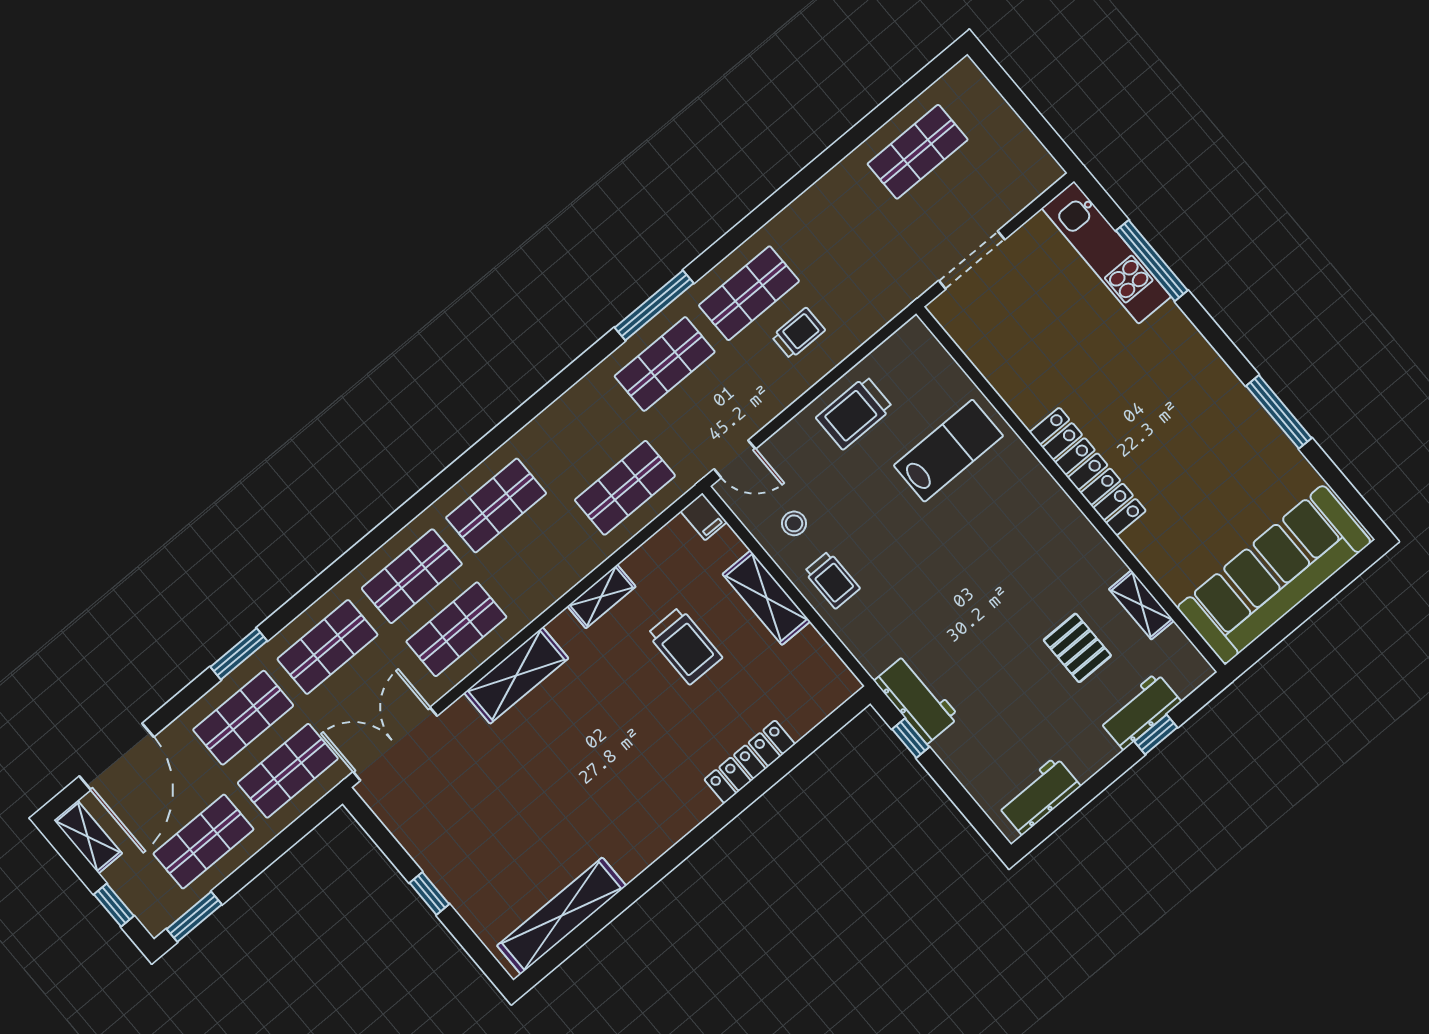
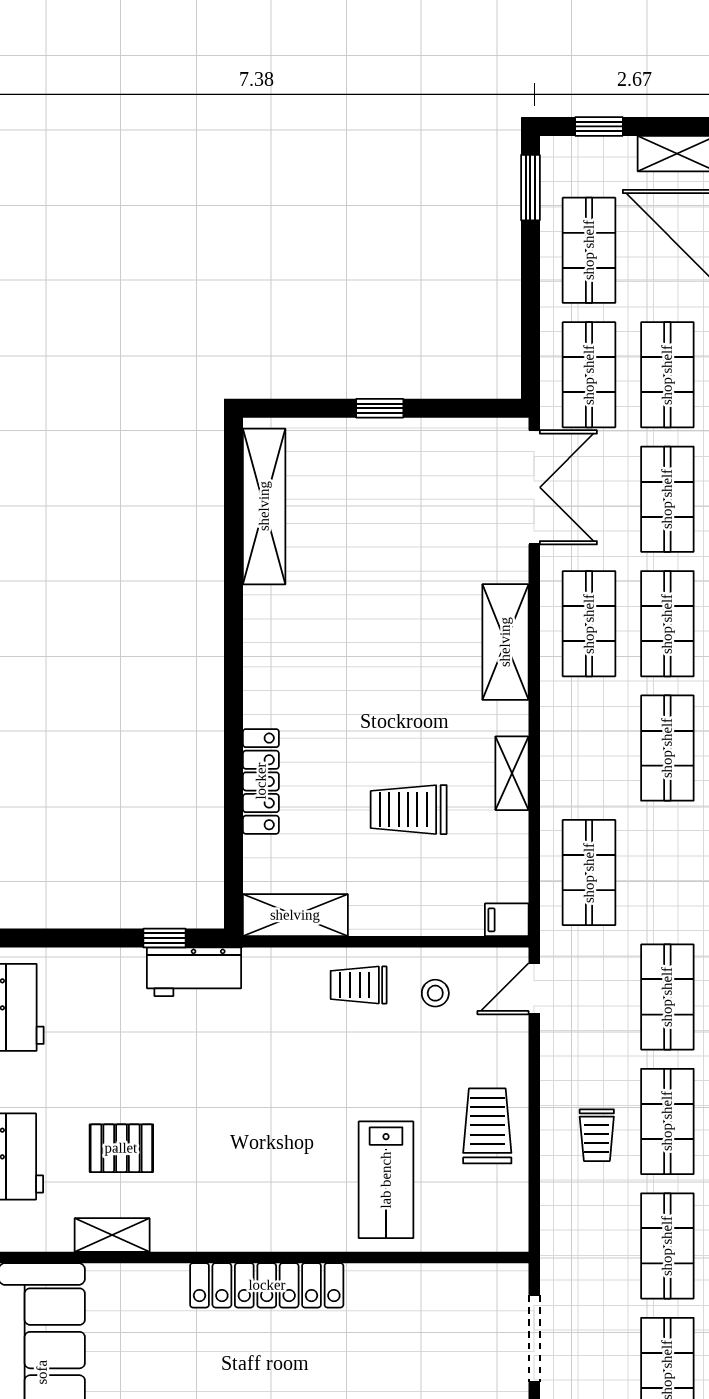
shop shelf: (833, 223) -> (667, 1246), added
shelving: (766, 598) -> (295, 915), moved

